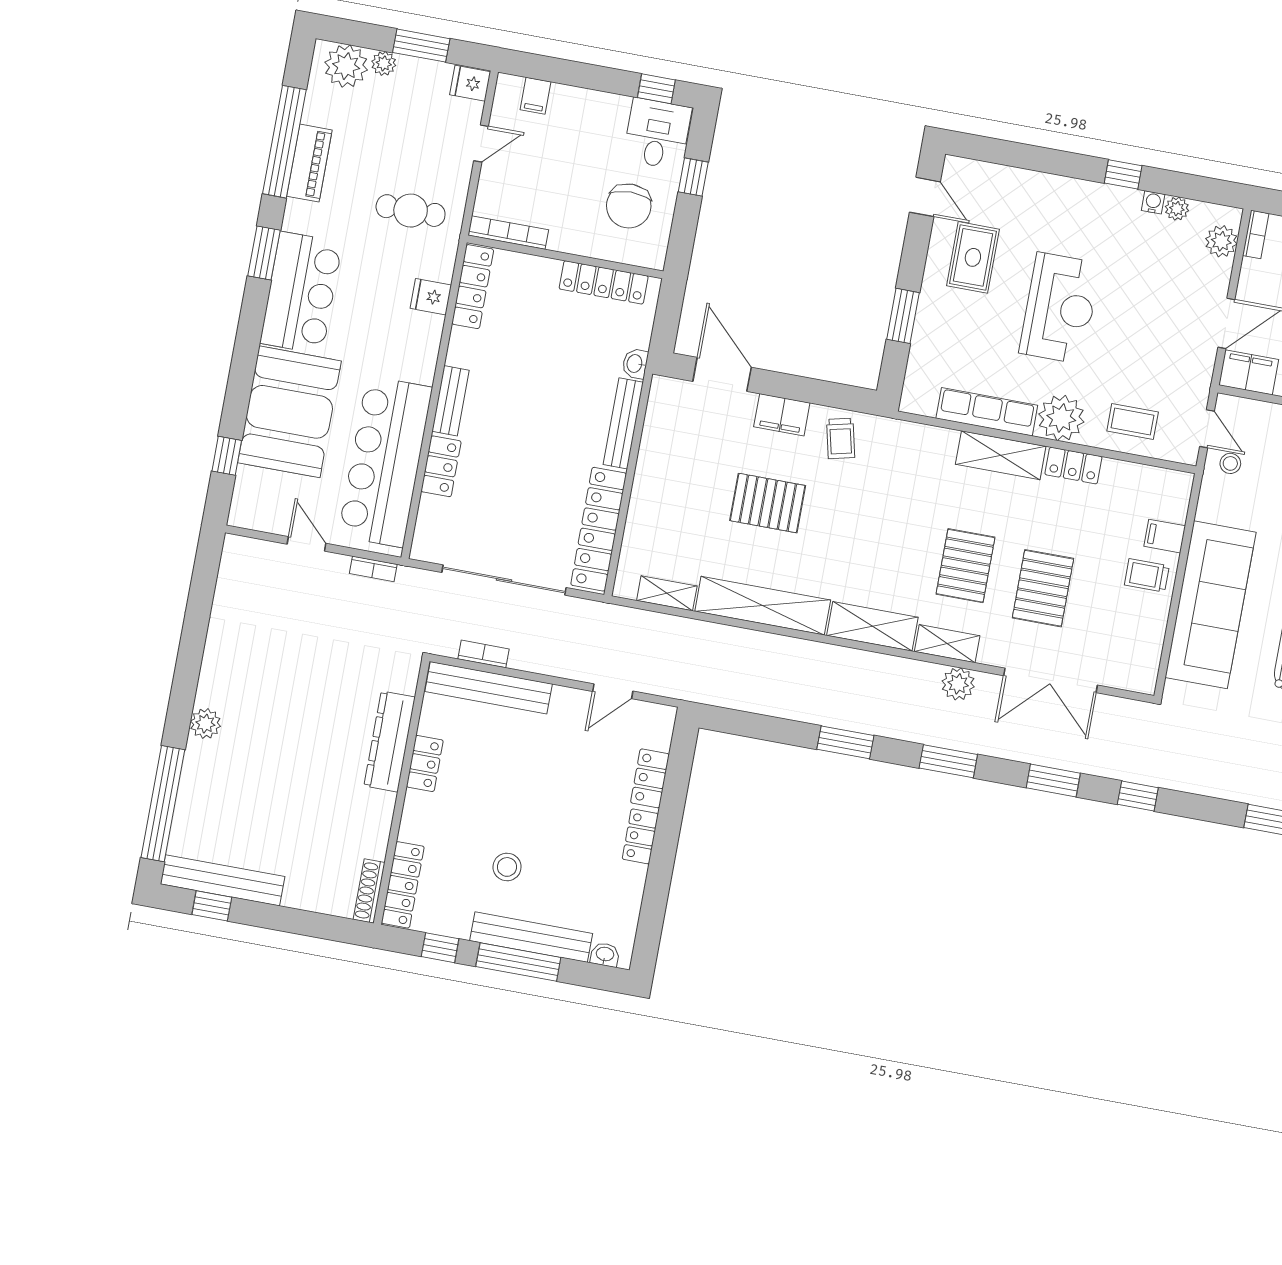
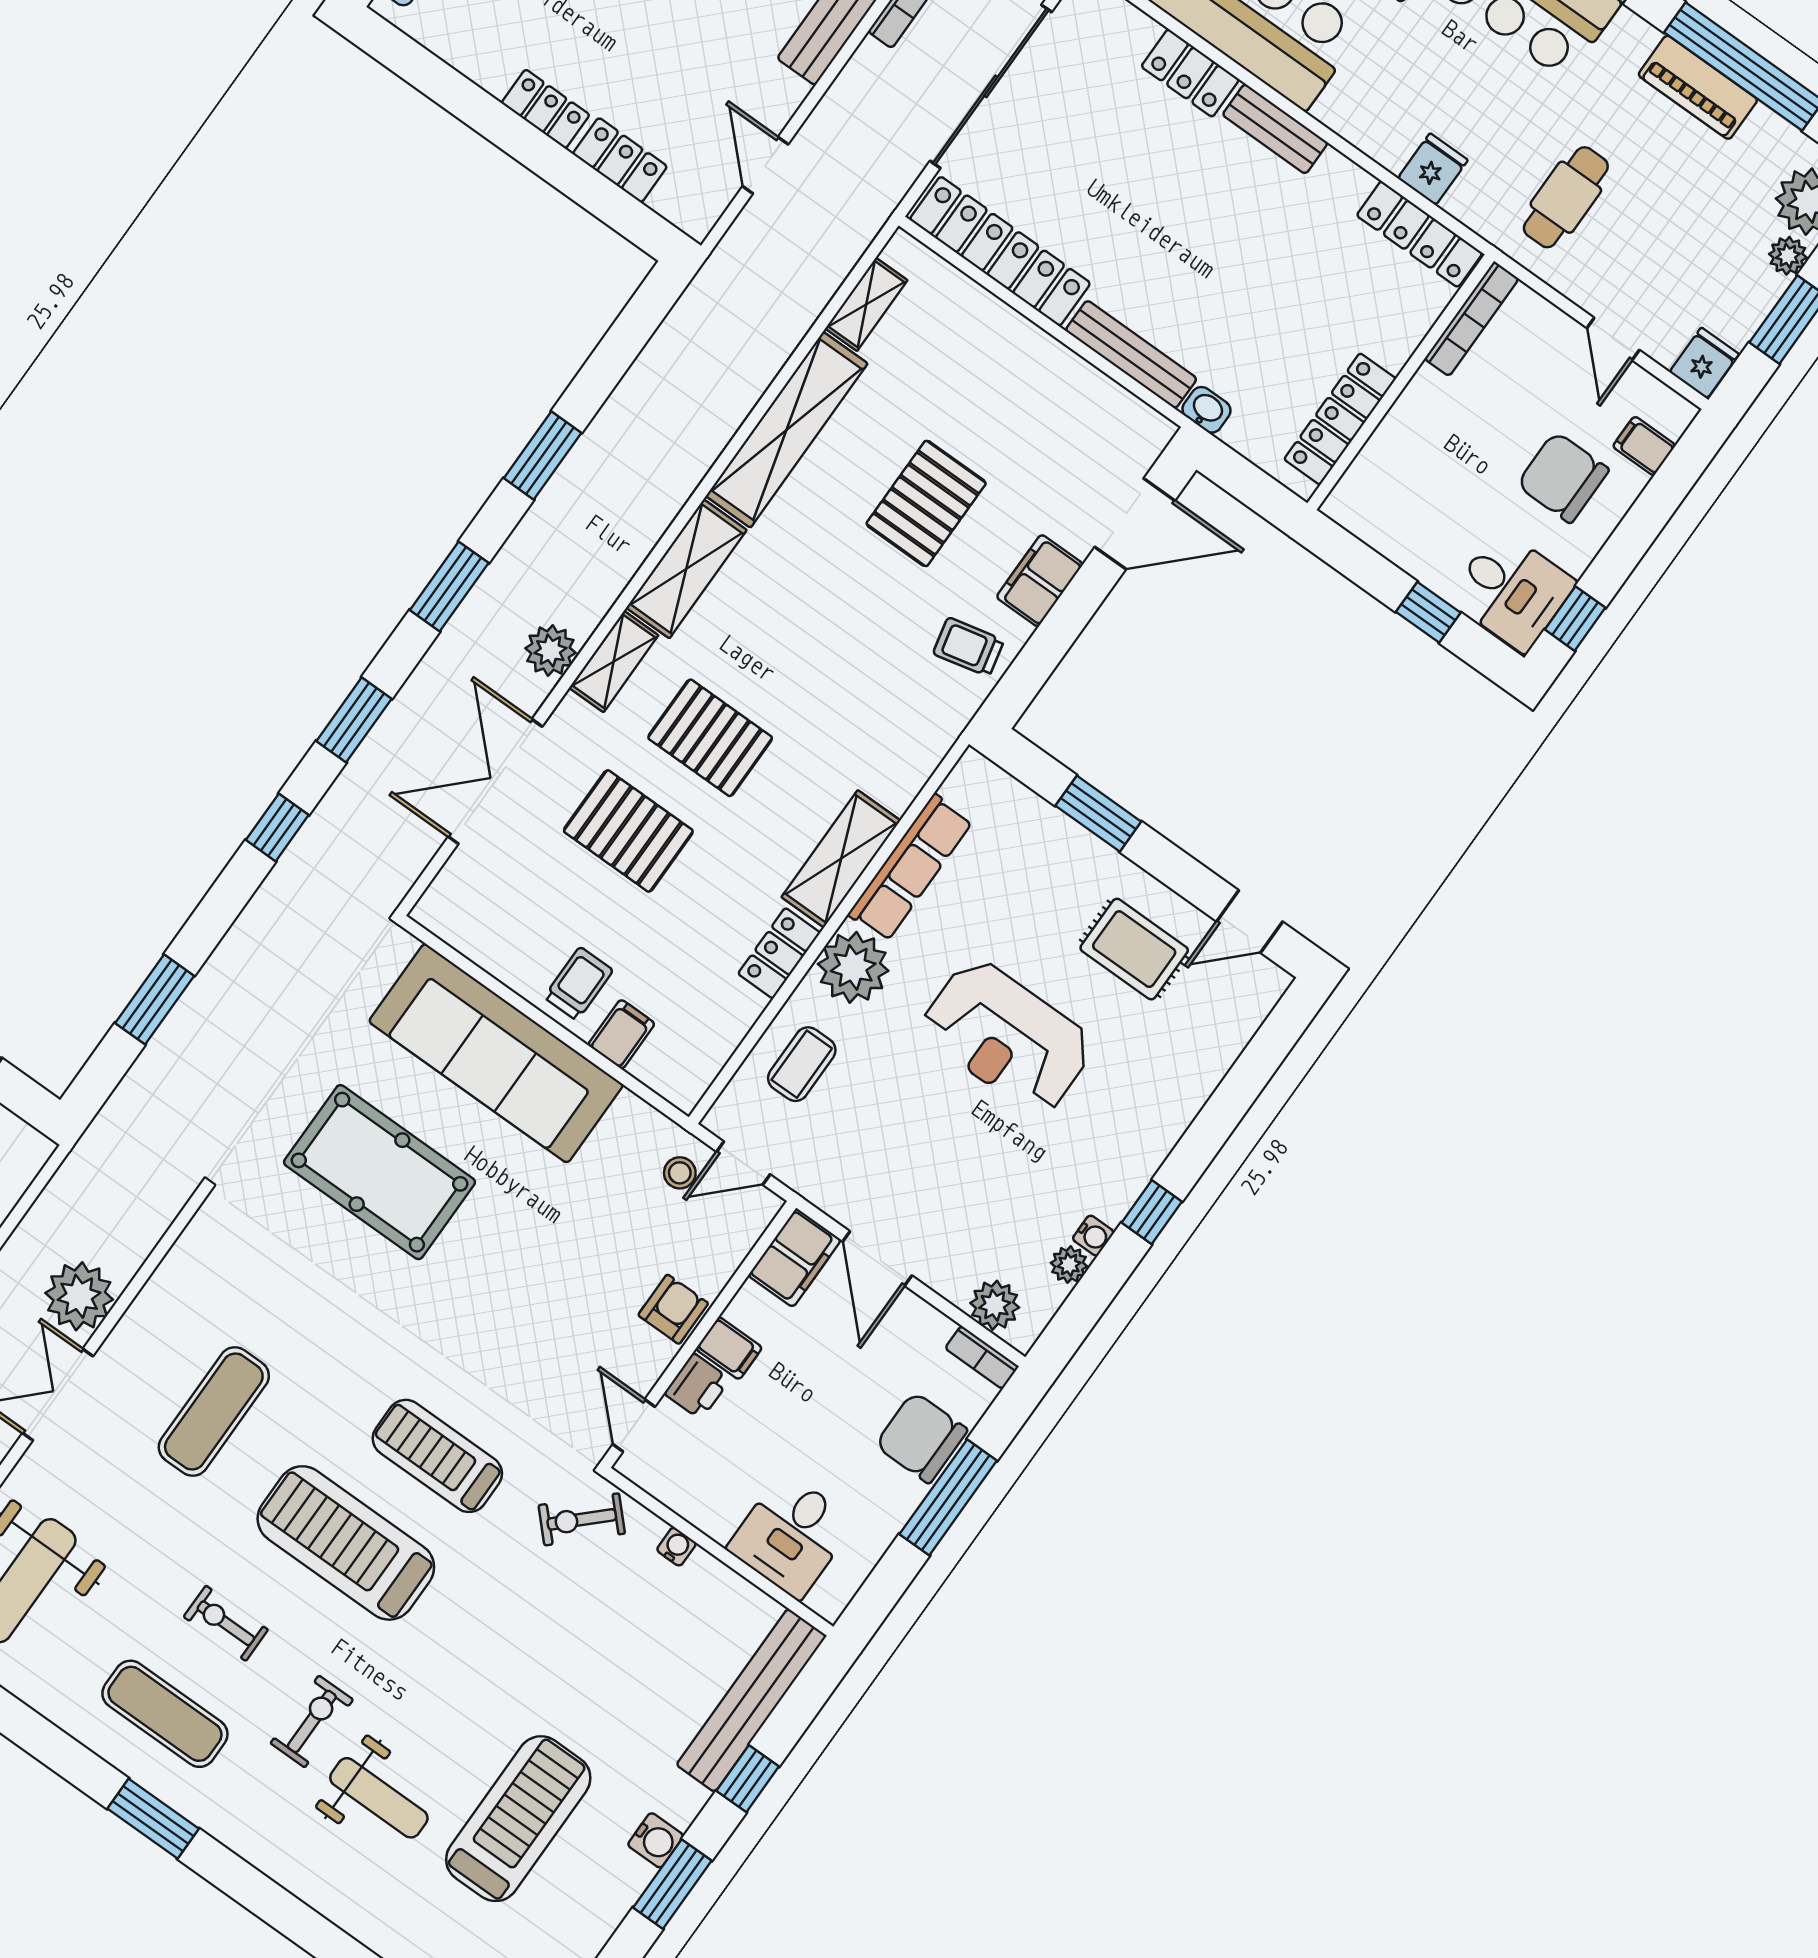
chair: (629, 206) -> (1563, 477), moved

